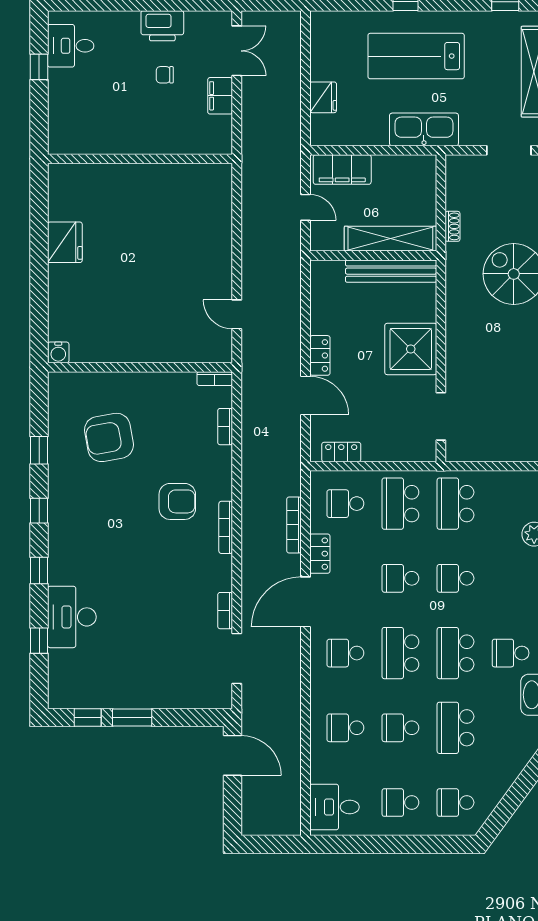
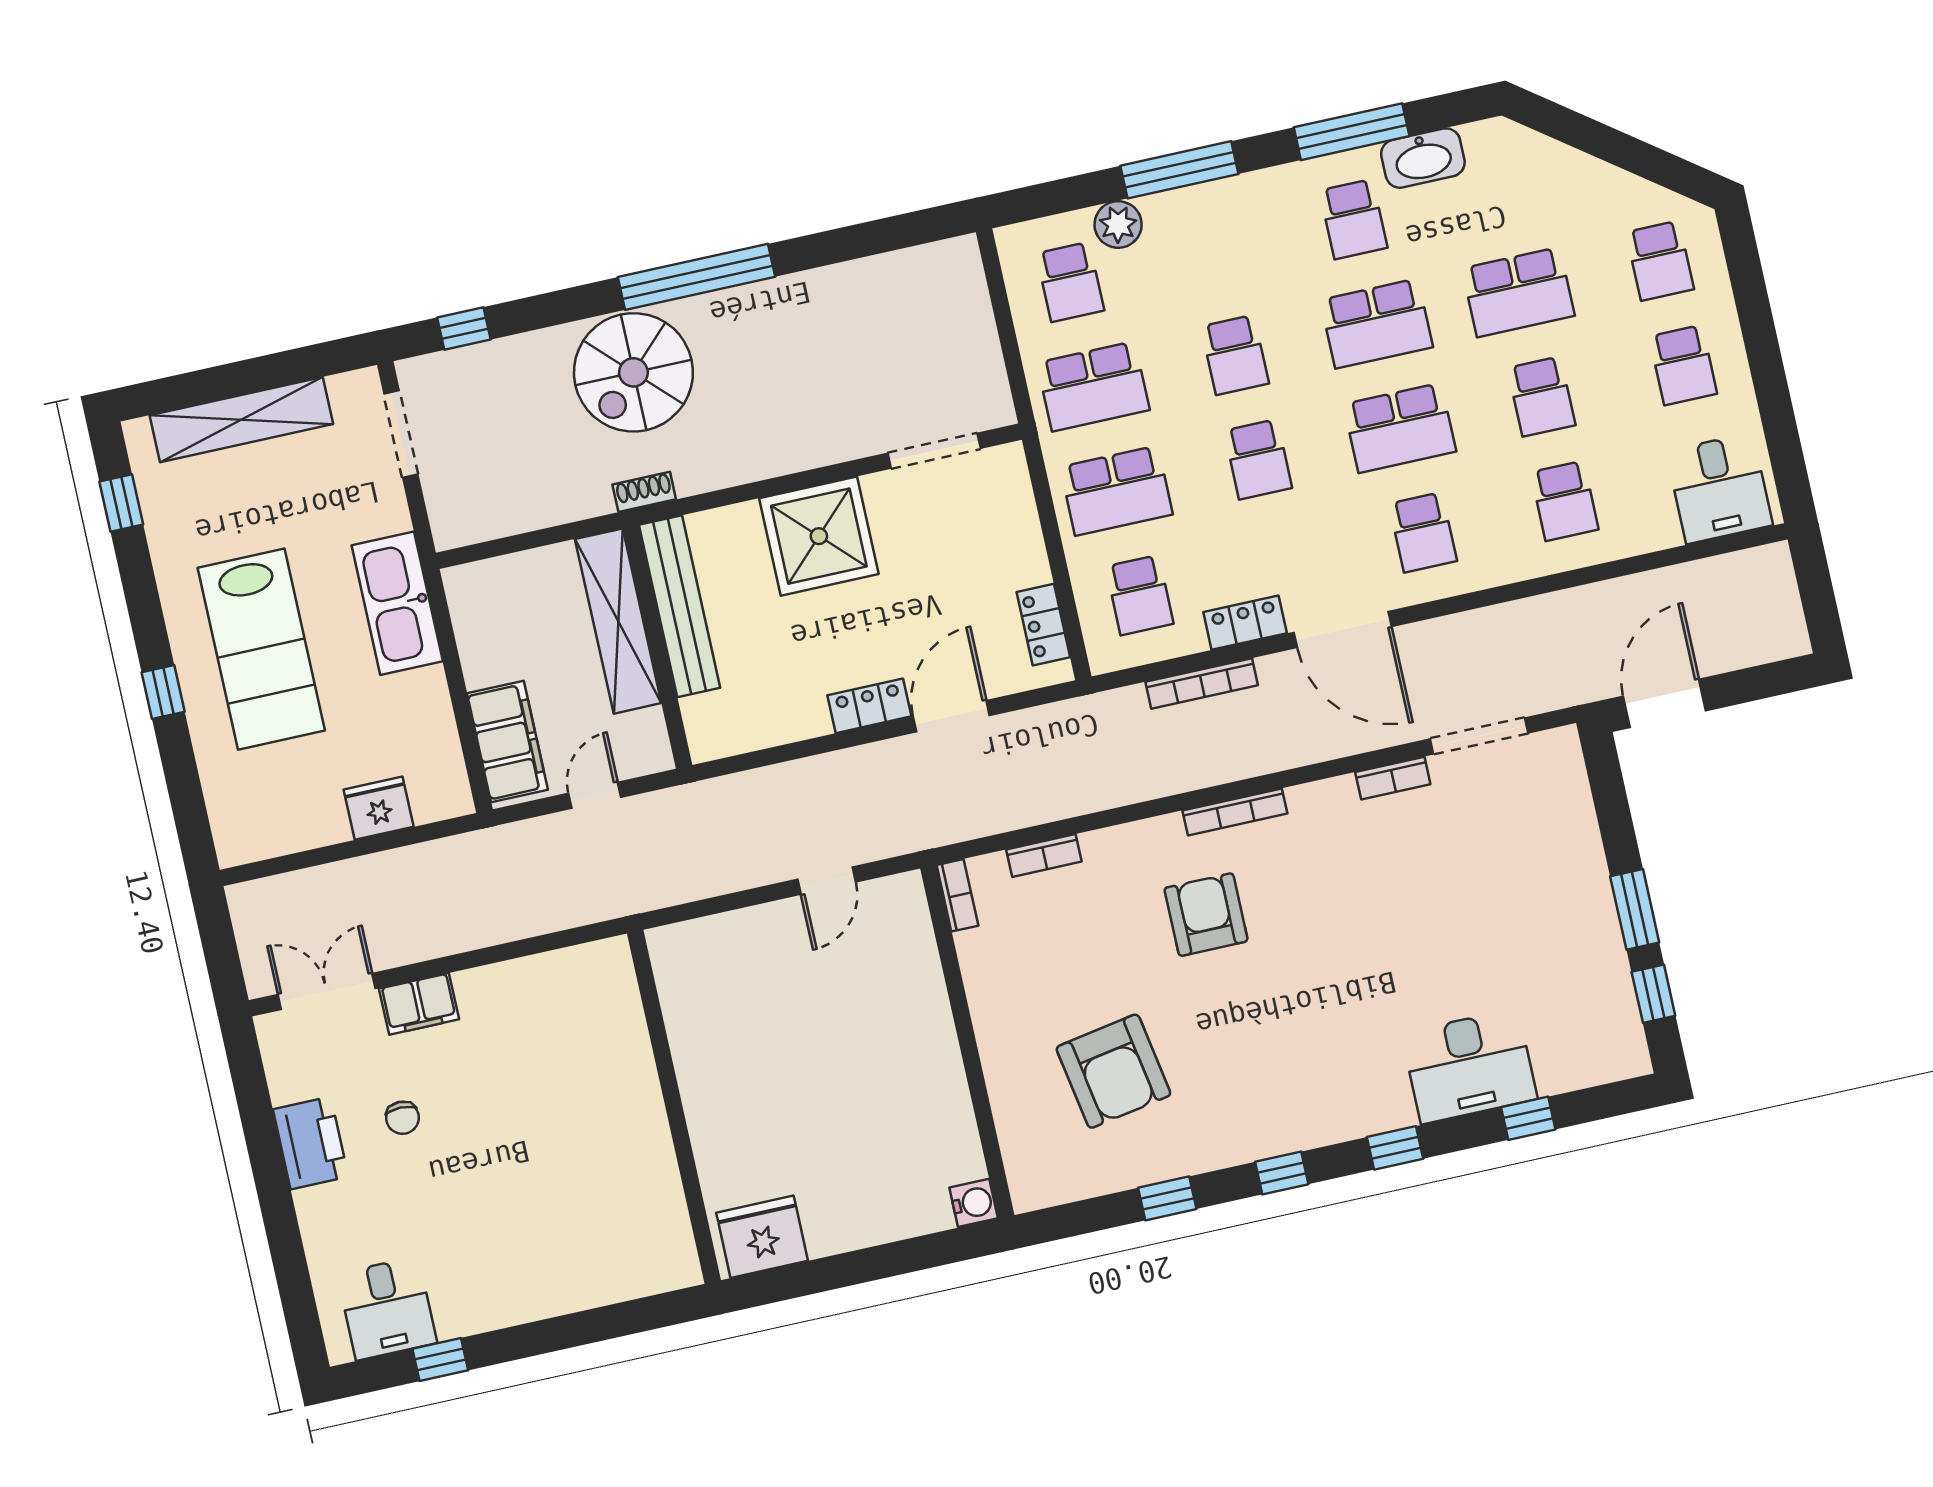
wall: (140, 159) -> (674, 1107), moved
shoe rack: (452, 226) -> (644, 492), moved
school desk: (511, 504) -> (1070, 282), added

